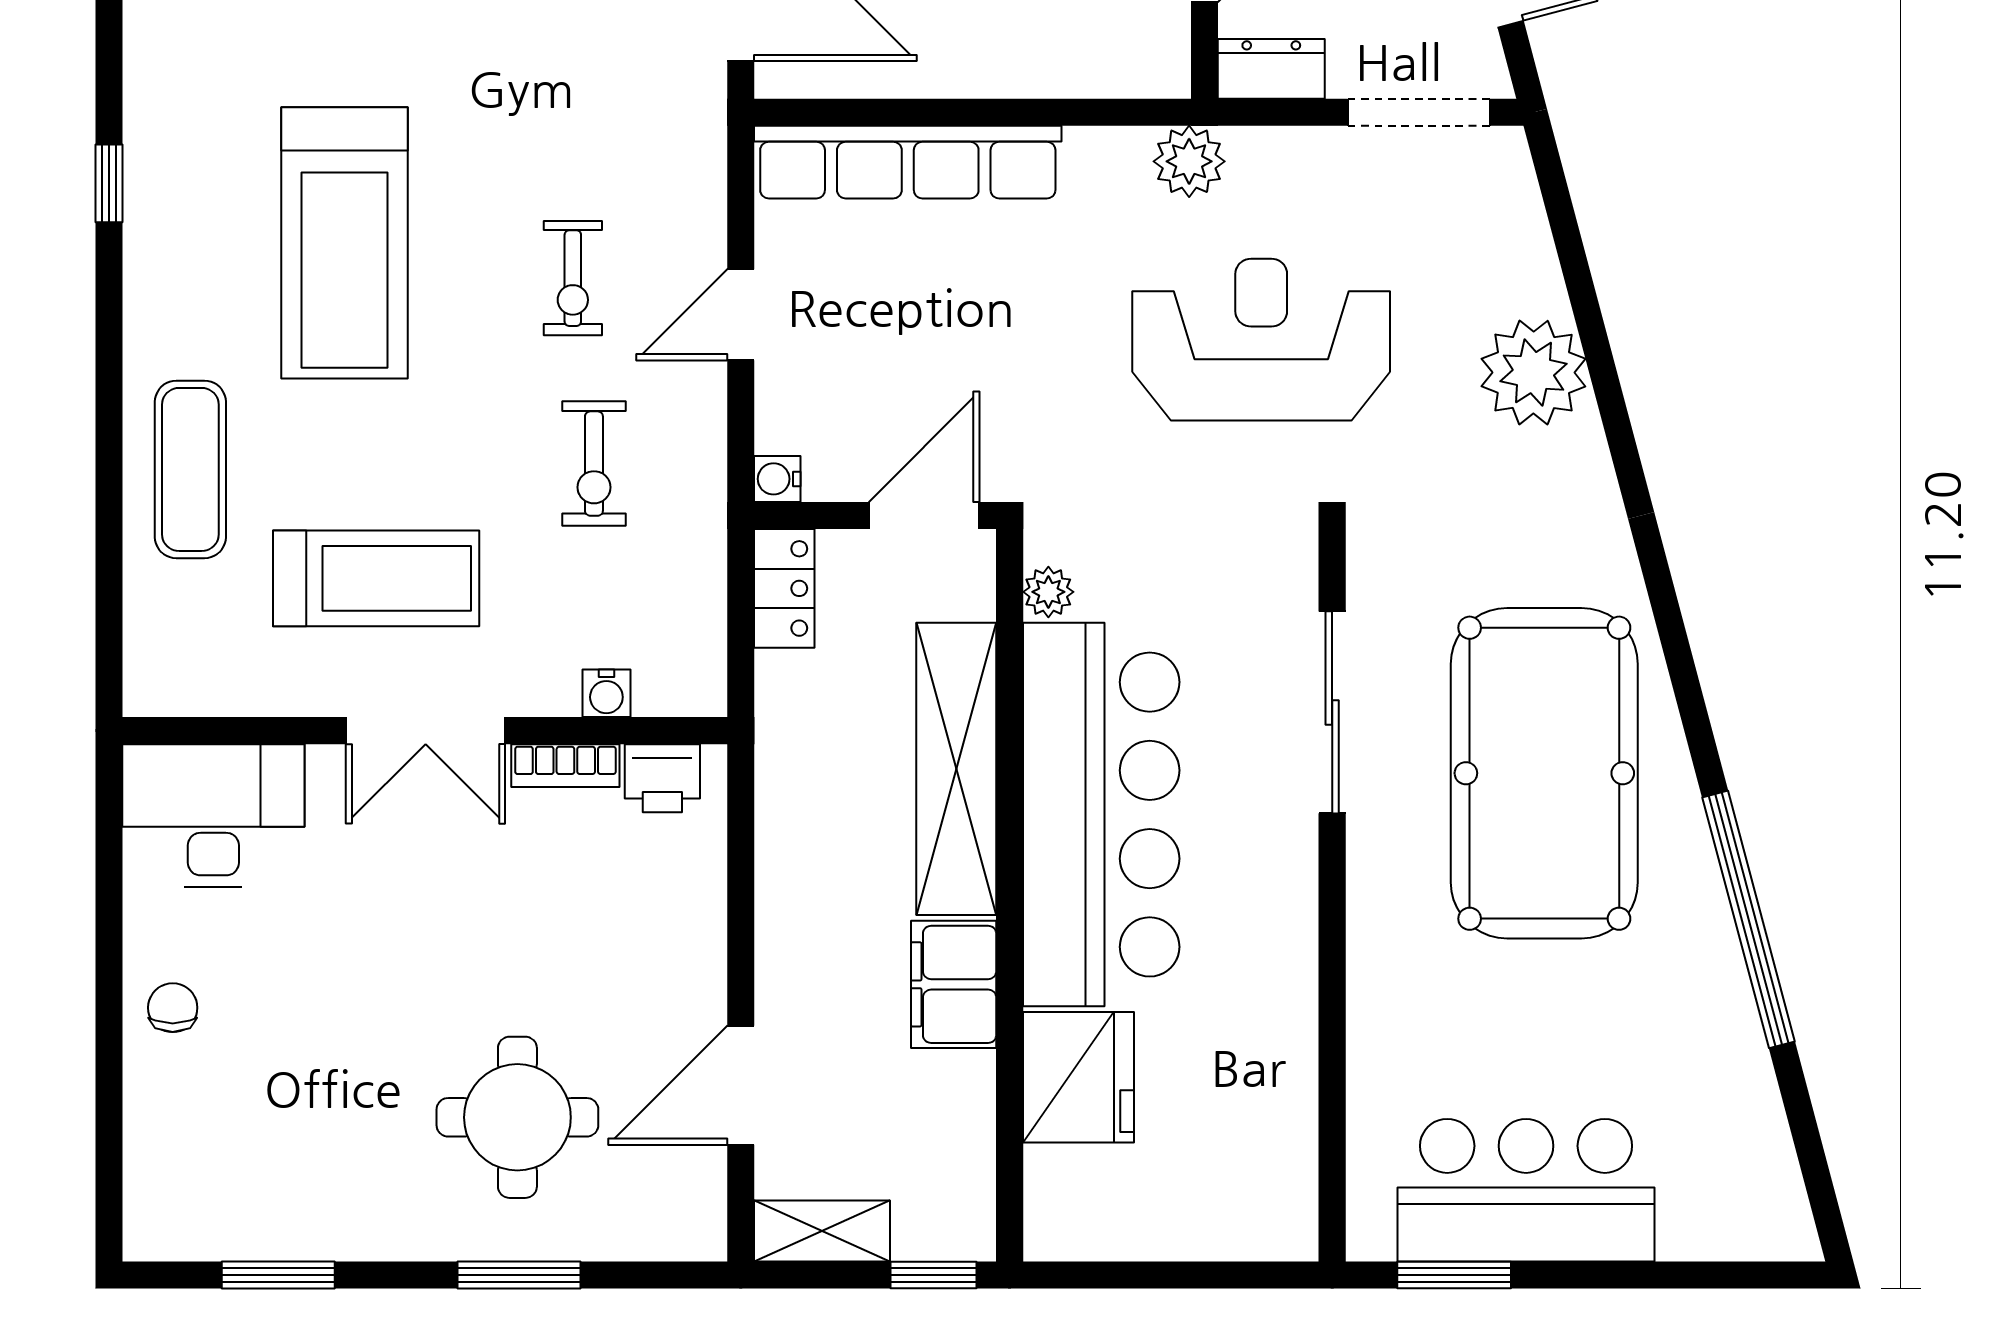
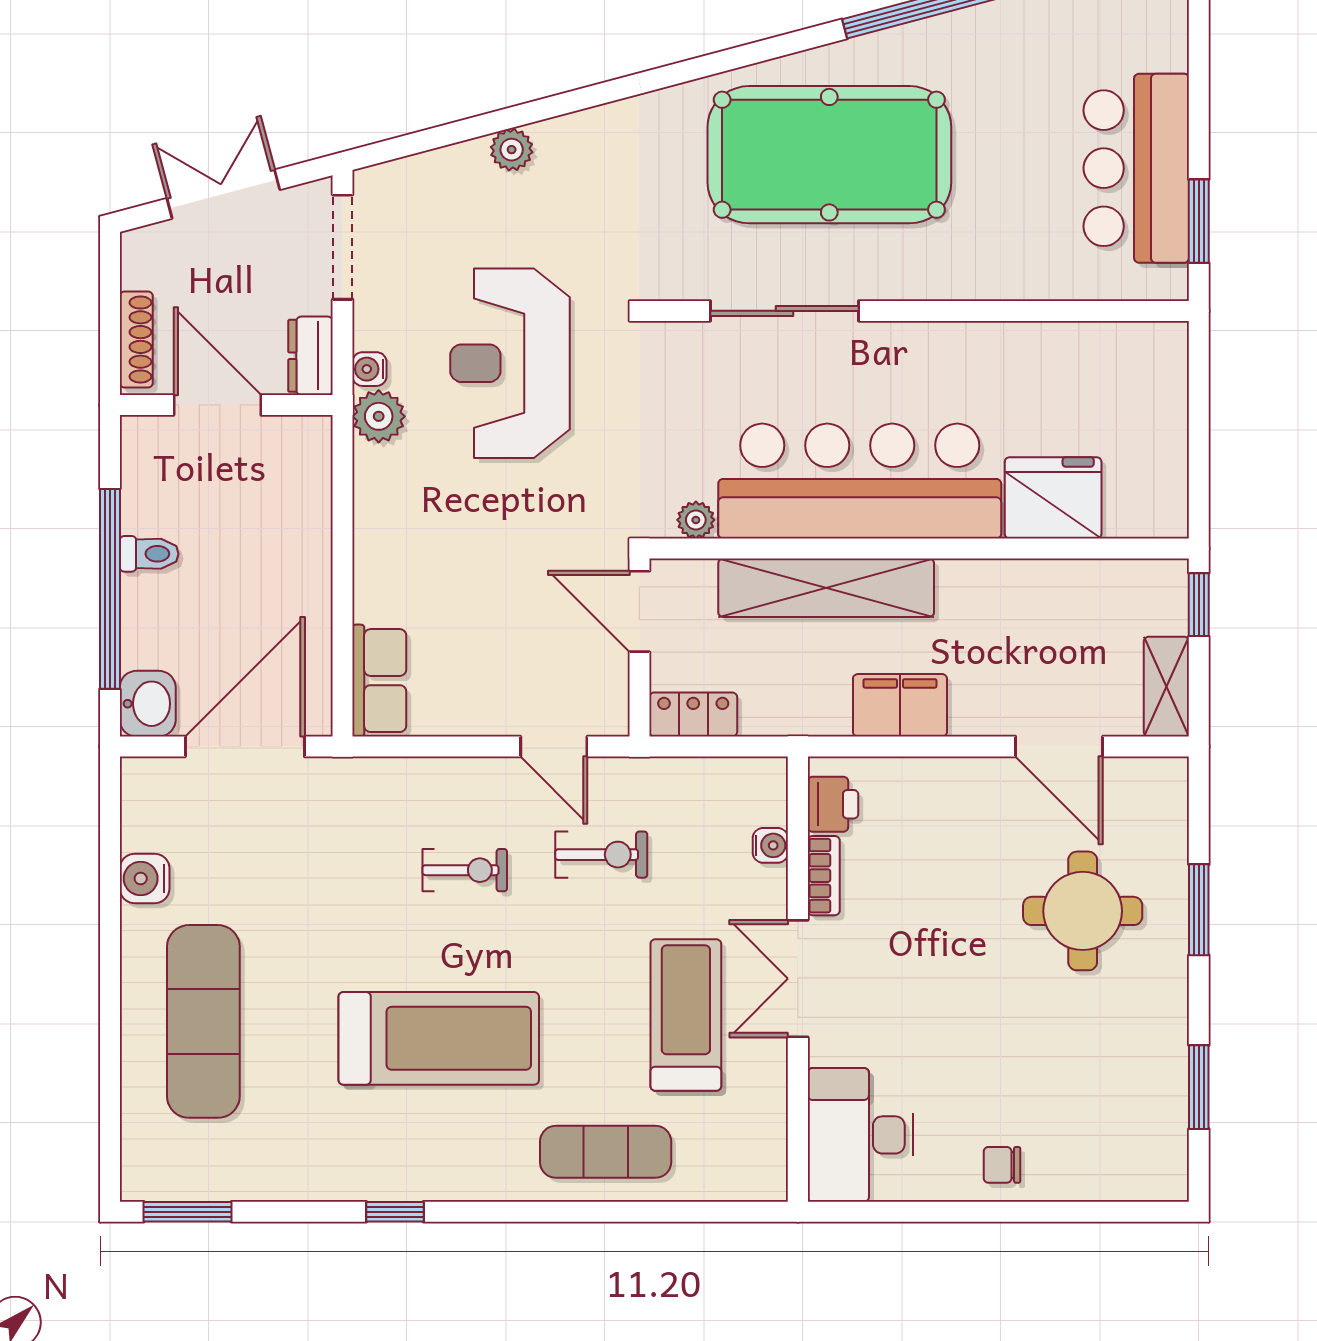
row of seats: (908, 162) -> (379, 681), width x0.50
door: (741, 315) -> (554, 747), moved
plant: (1533, 373) -> (512, 150), width x0.53, depth x0.53
water cooler: (777, 479) -> (369, 369), moved, turned 90
double door: (426, 731) -> (798, 979), swing flipped
filing cabinet: (954, 984) -> (900, 705), moved, turned 180

